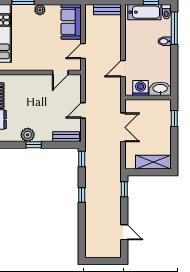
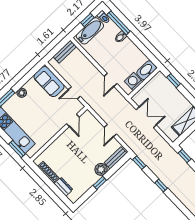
door: (83, 51) -> (74, 93), hinge flipped
plant: (28, 135) -> (101, 169), moved

